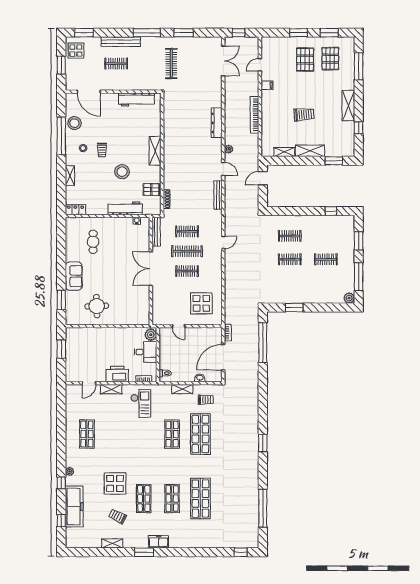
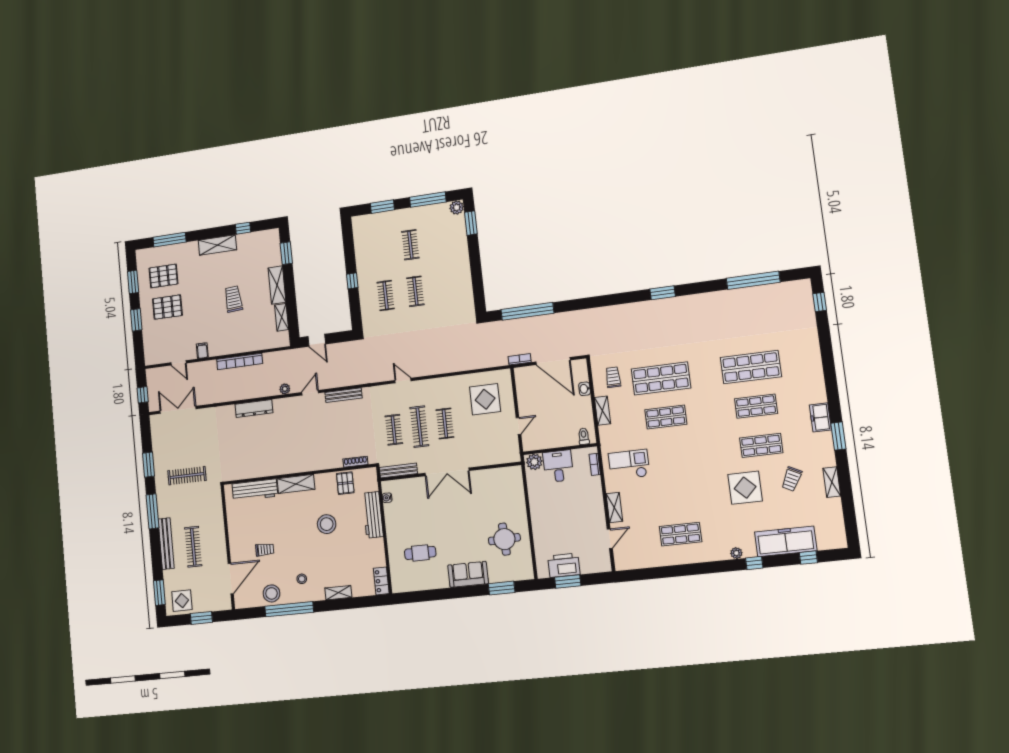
clothes rail: (116, 64) -> (193, 547), width x1.36
workbench: (136, 100) -> (255, 490), moved, turned 90
trolley: (102, 150) -> (265, 550), moved
window: (331, 211) -> (352, 281), moved
window: (294, 308) -> (471, 223), moved
printer: (117, 374) -> (564, 565), moved, turned 90
door: (89, 383) -> (610, 539), hinge flipped

